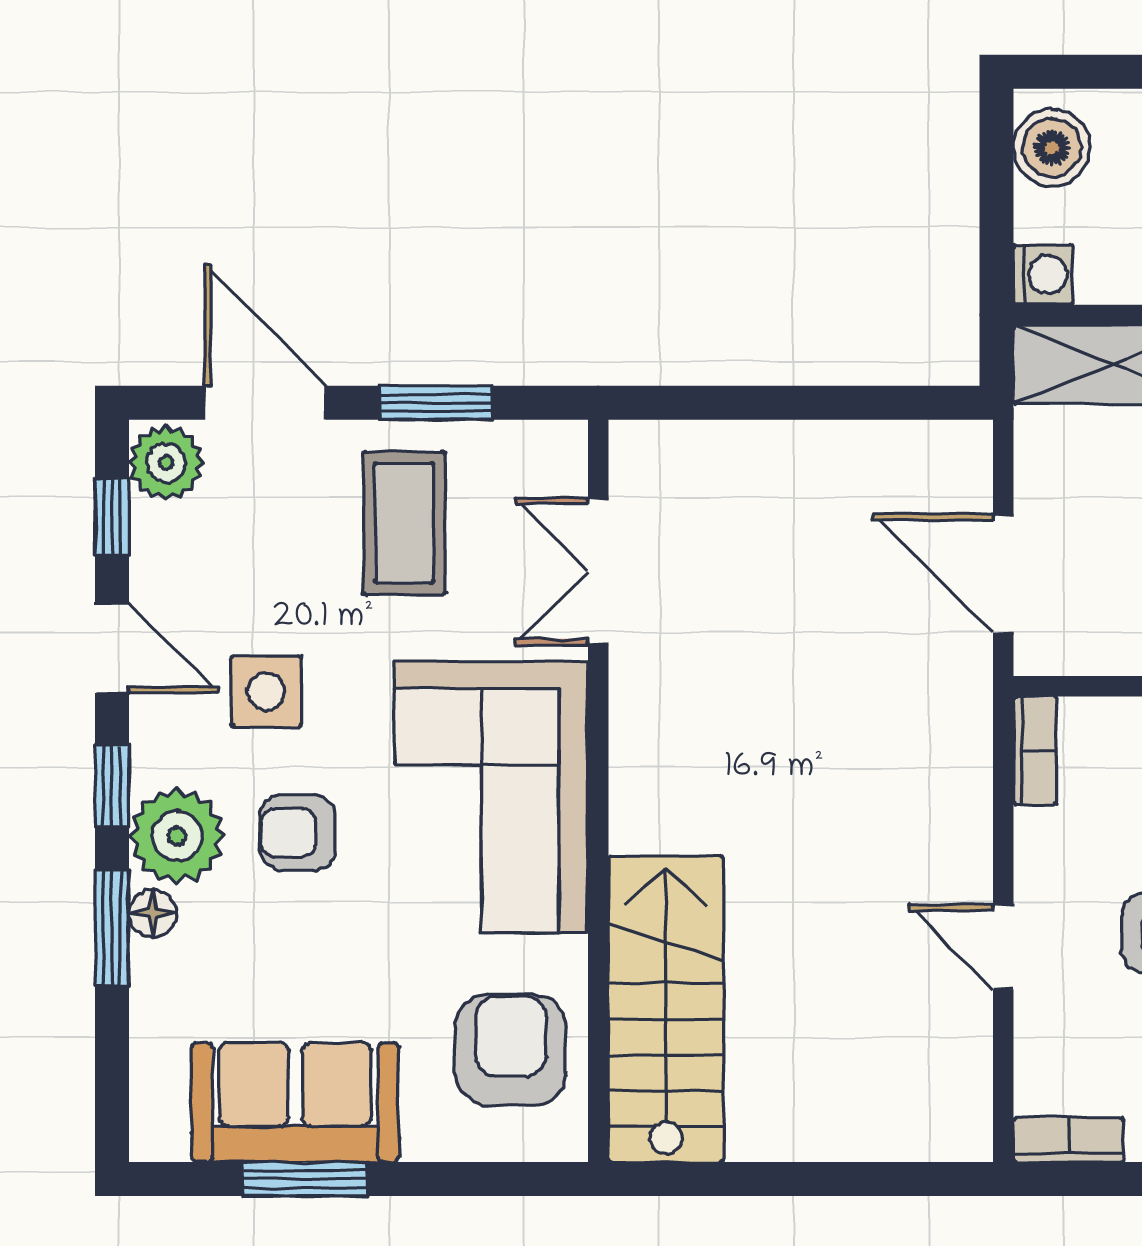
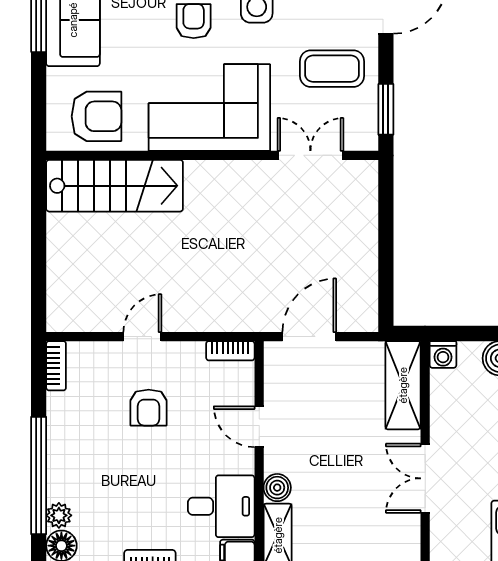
window: (436, 403) -> (386, 109), moved

